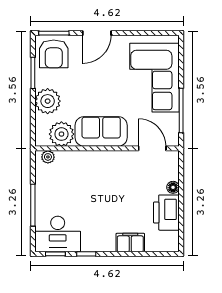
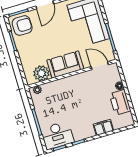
armchair: (54, 54) -> (22, 26), turned -90
plant: (48, 101) -> (27, 56), removed

